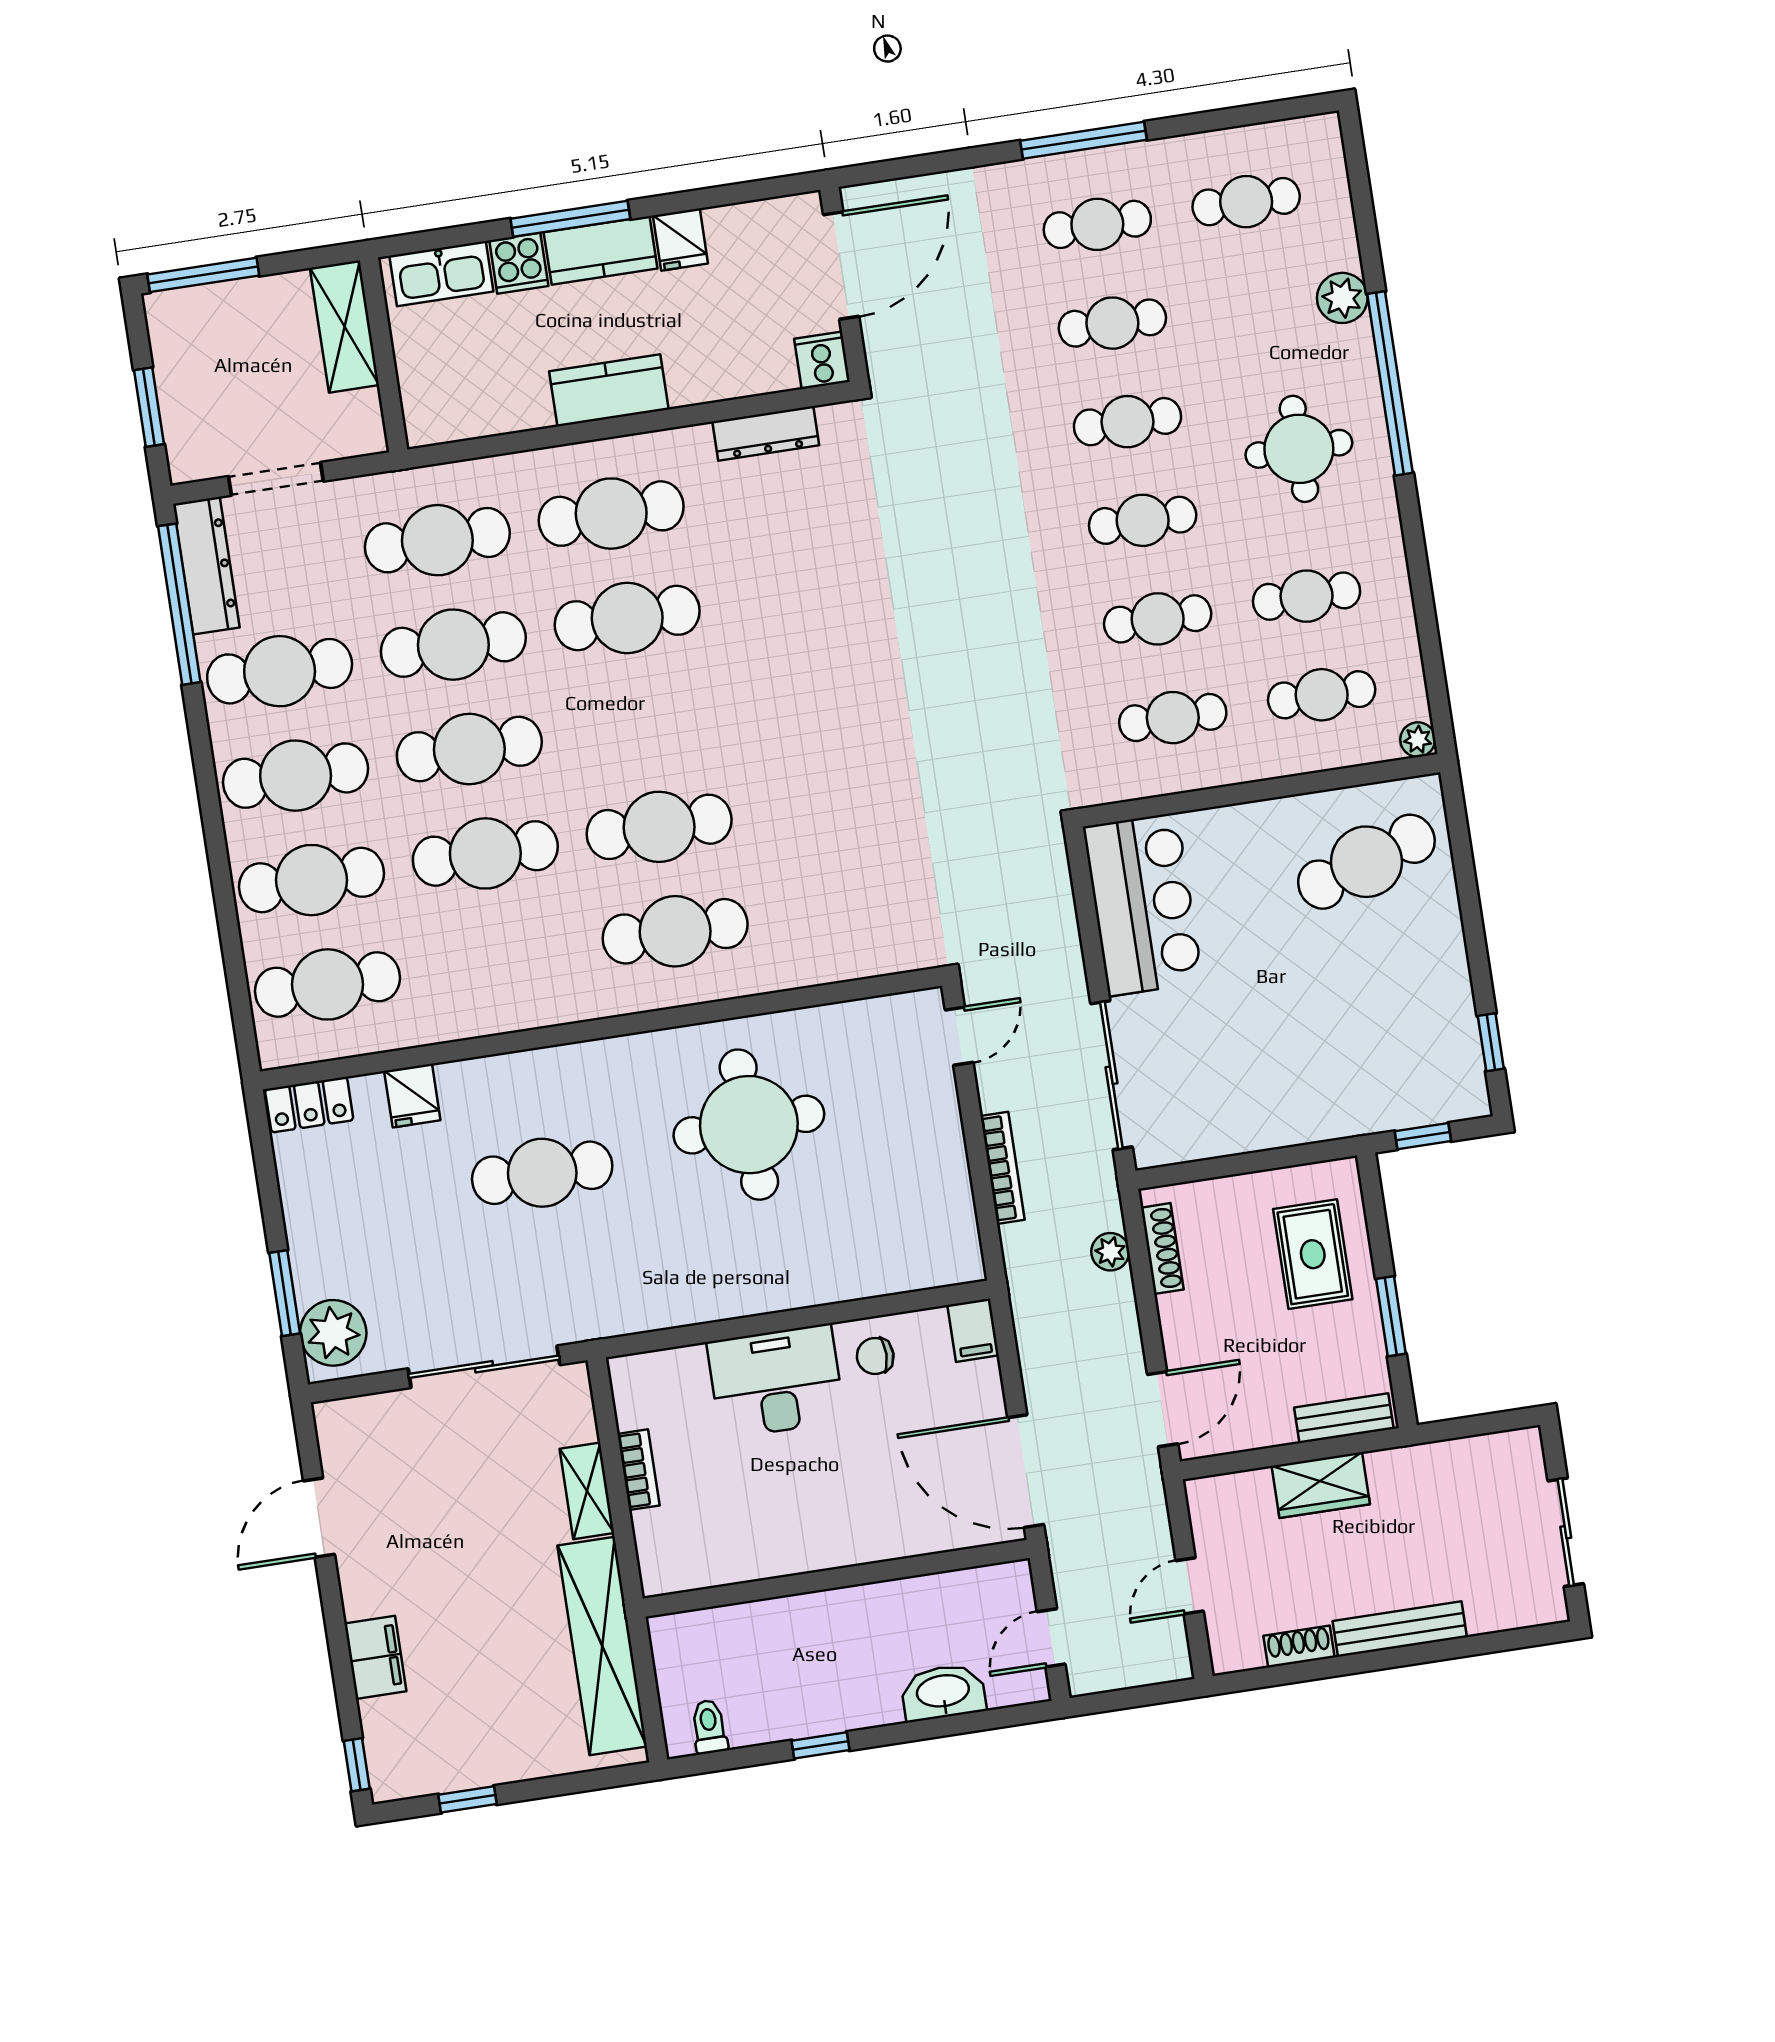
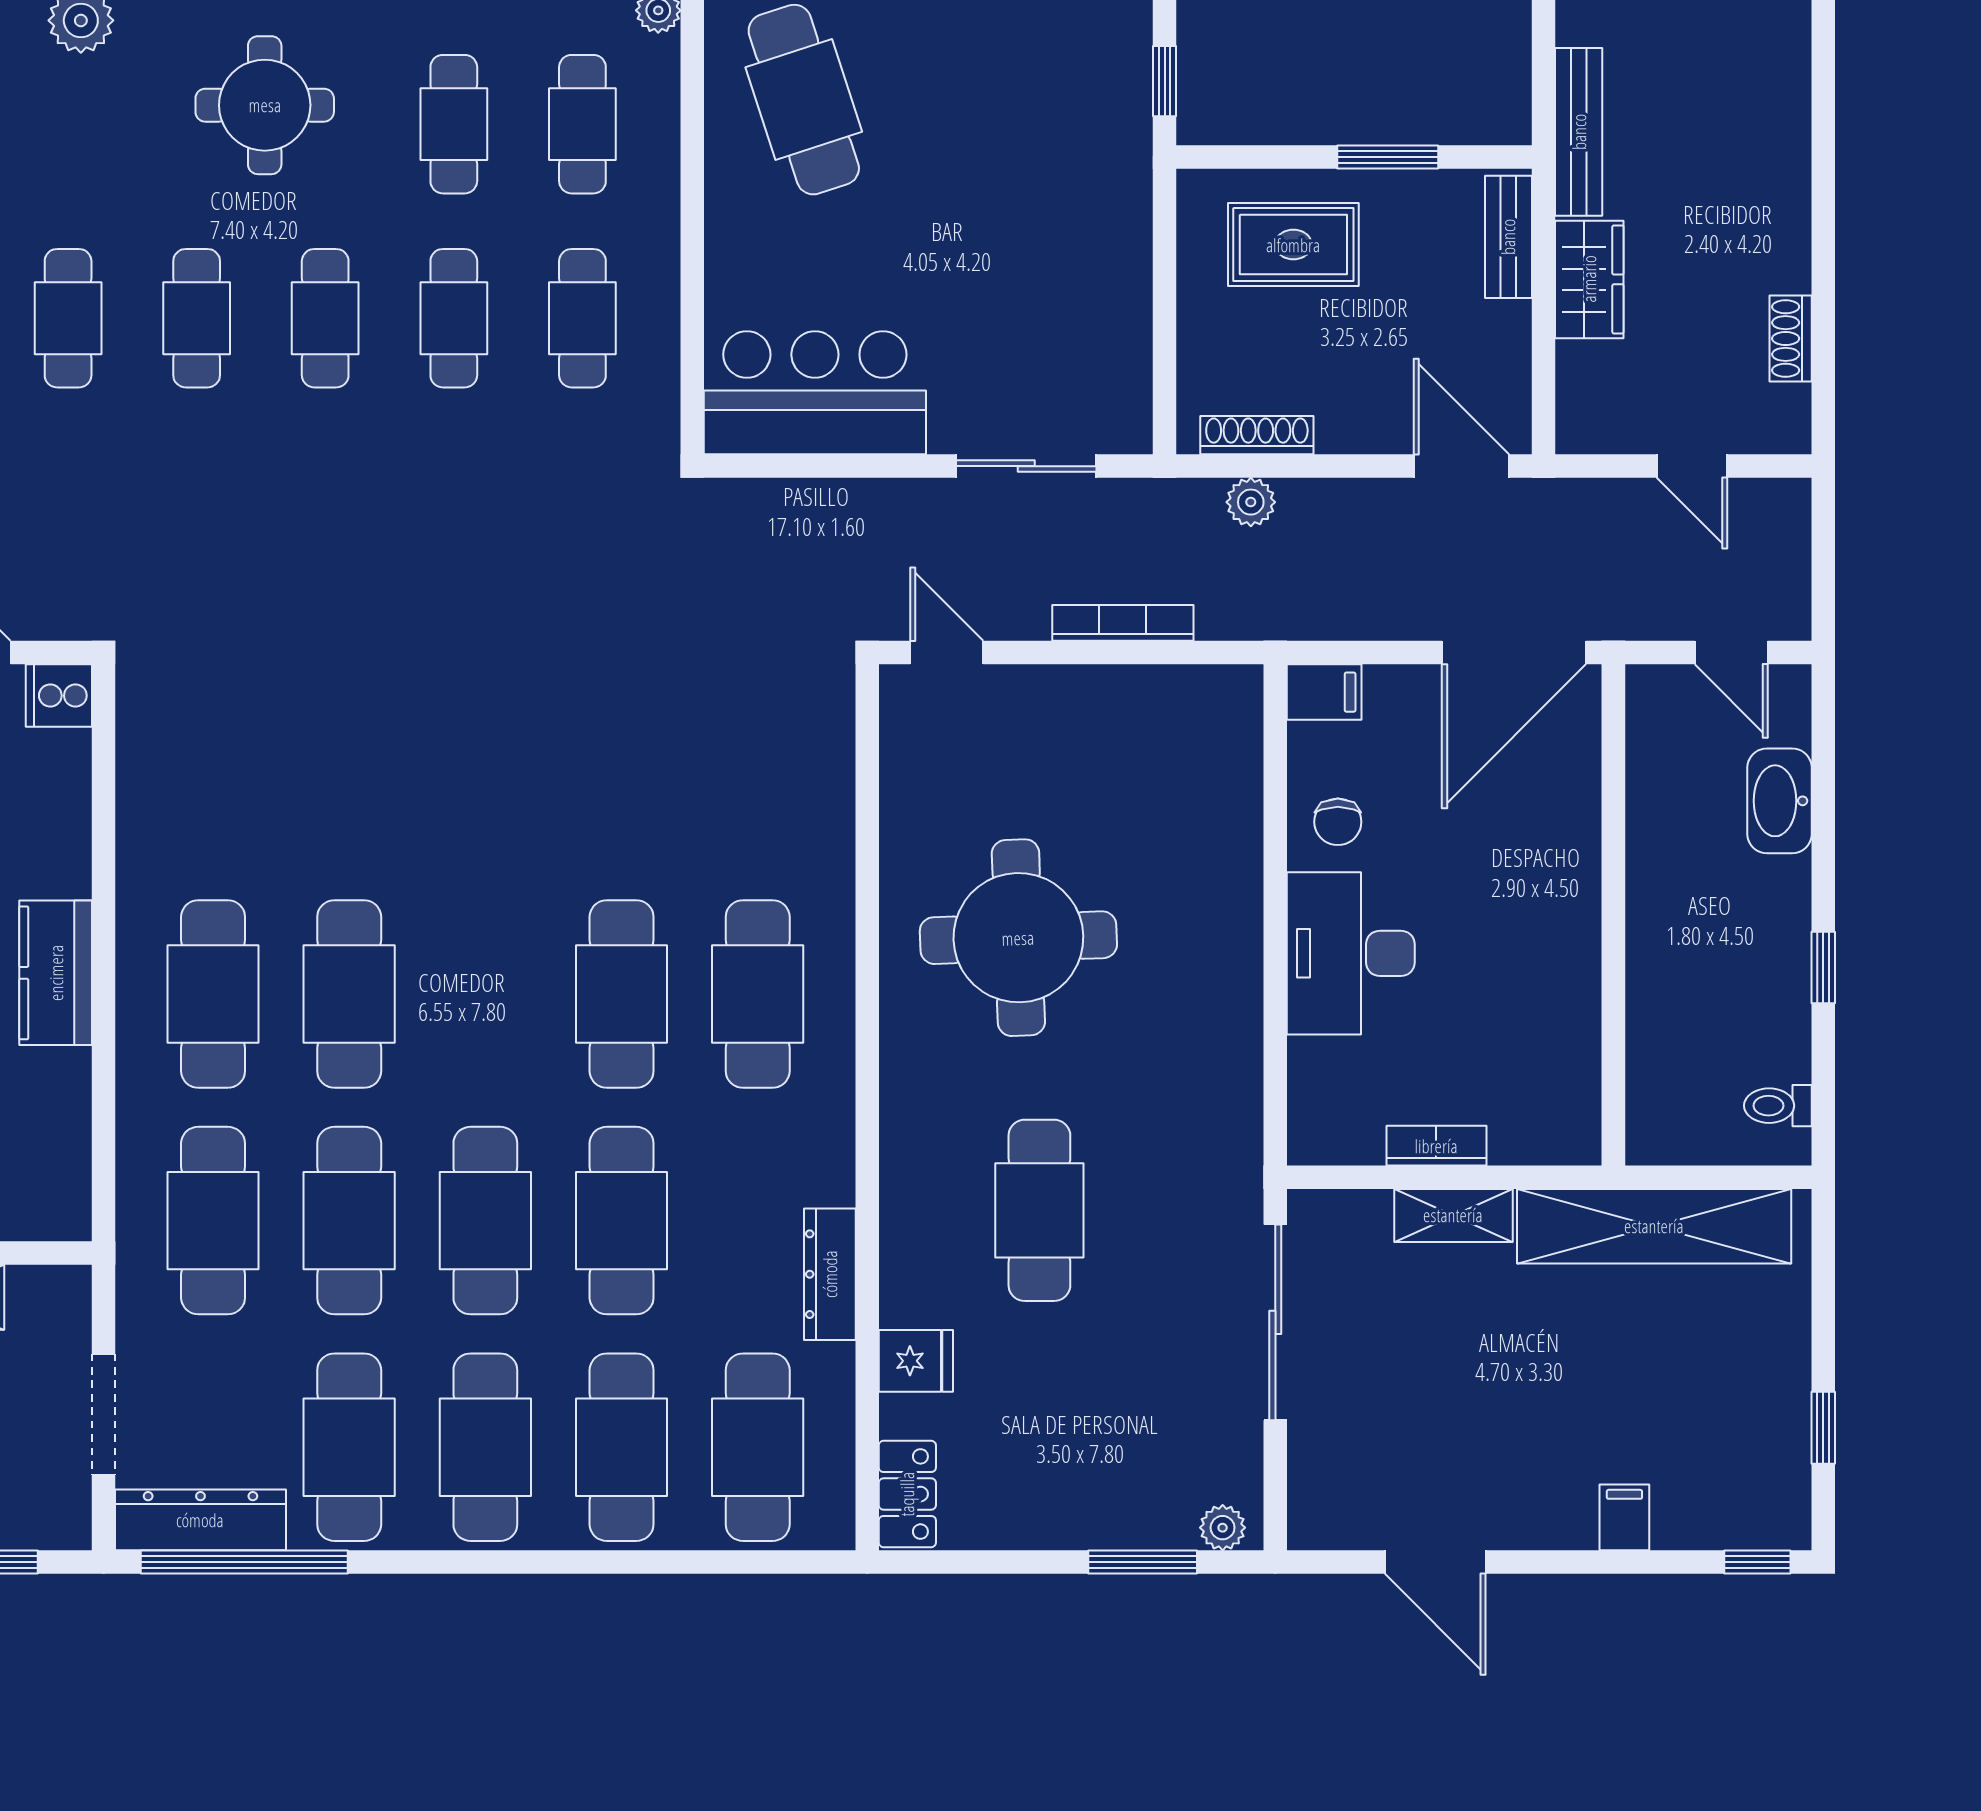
dresser: (766, 433) -> (830, 1274), moved, turned 180
sliding door: (1111, 1075) -> (1026, 466), width x0.73
plant: (333, 1333) -> (1223, 1528), width x0.53, depth x0.53
bench: (1400, 1629) -> (1579, 132), moved
filing cabinet: (375, 1657) -> (1624, 1517), width x0.50

